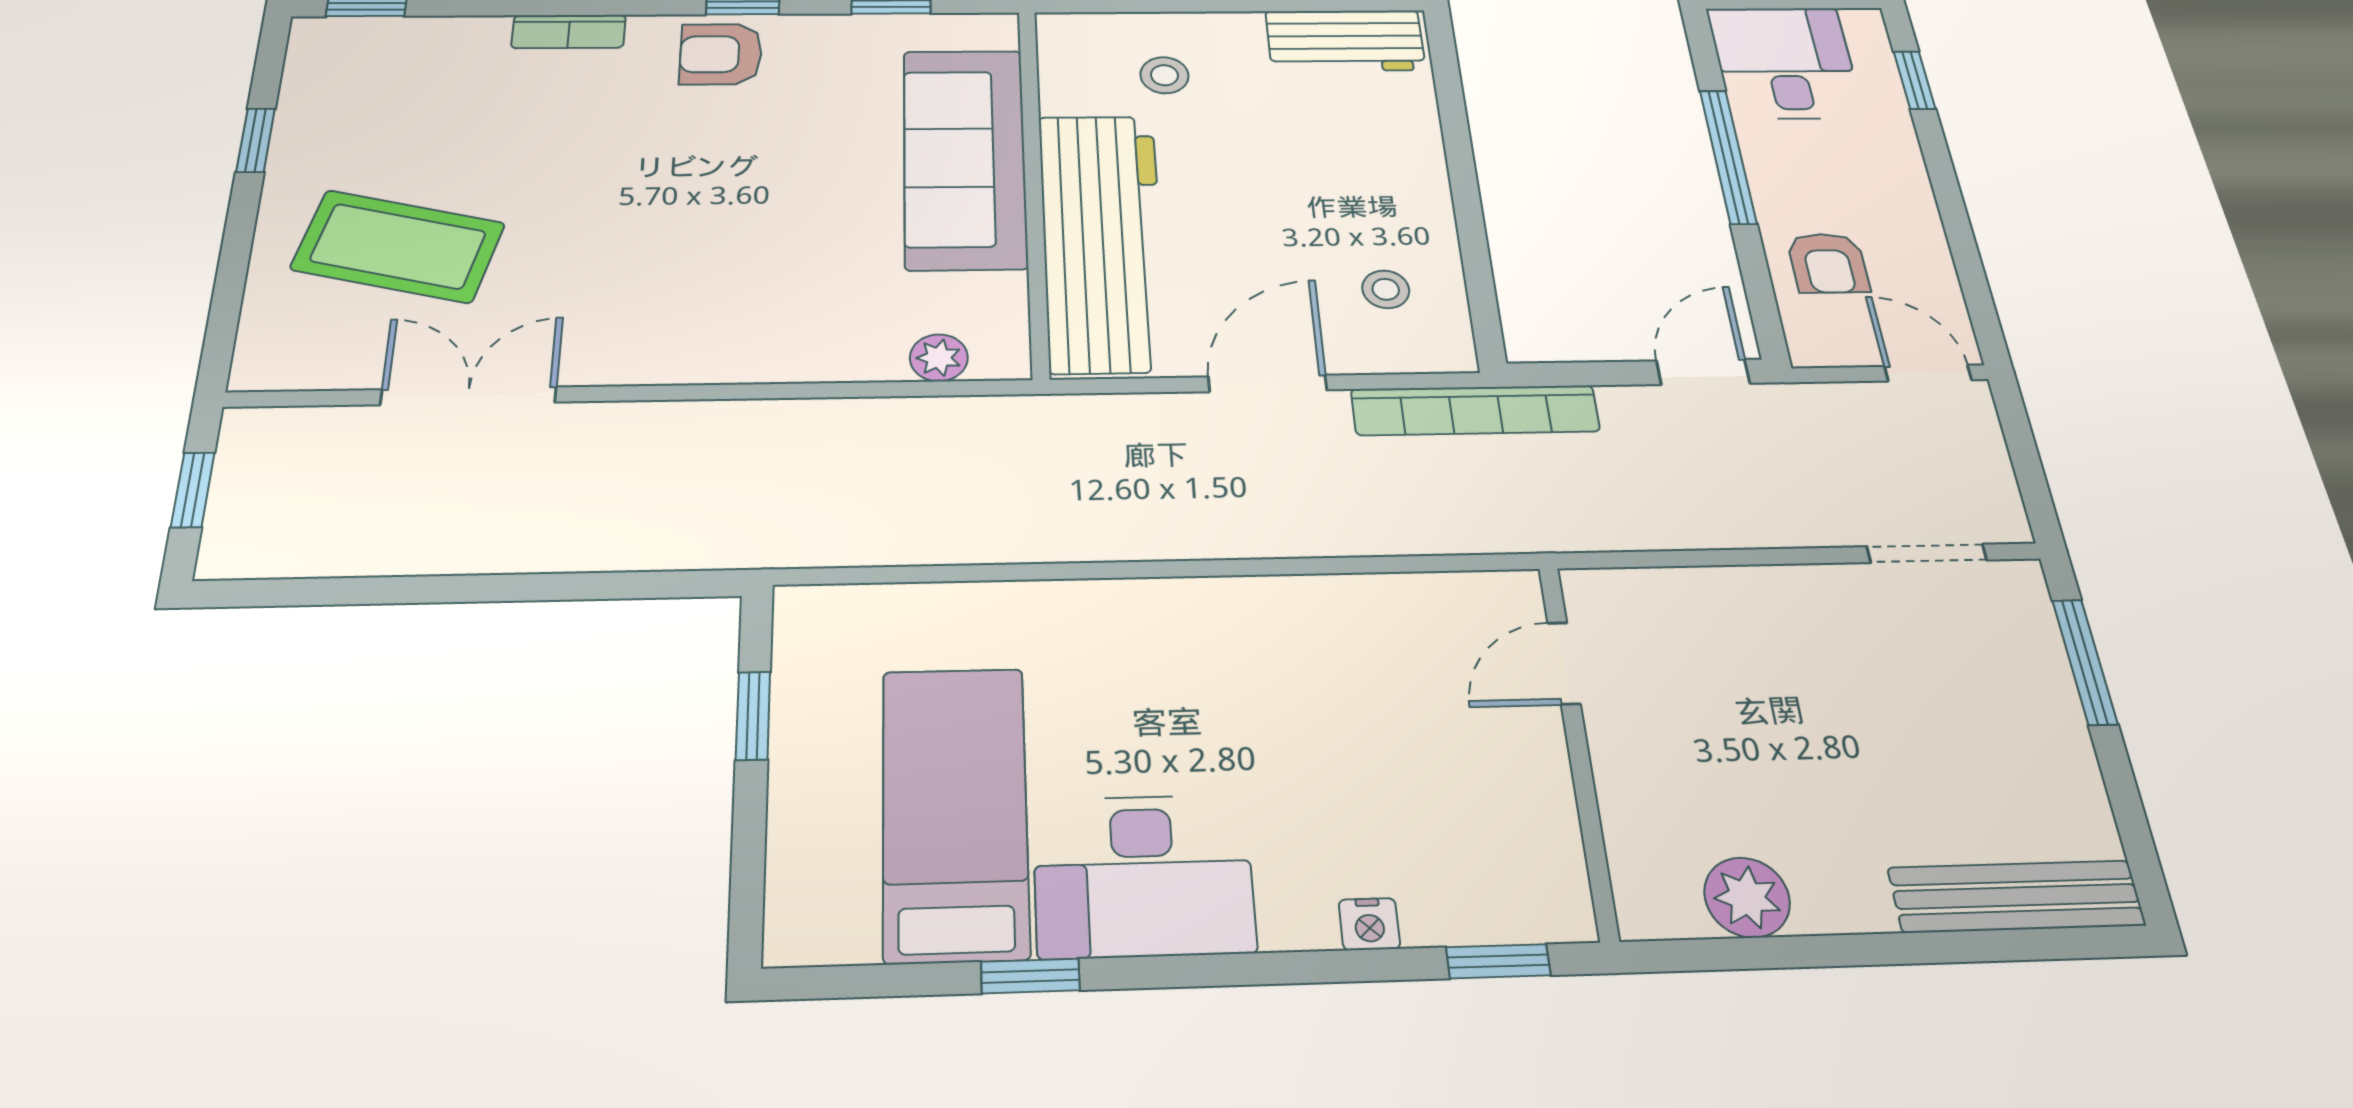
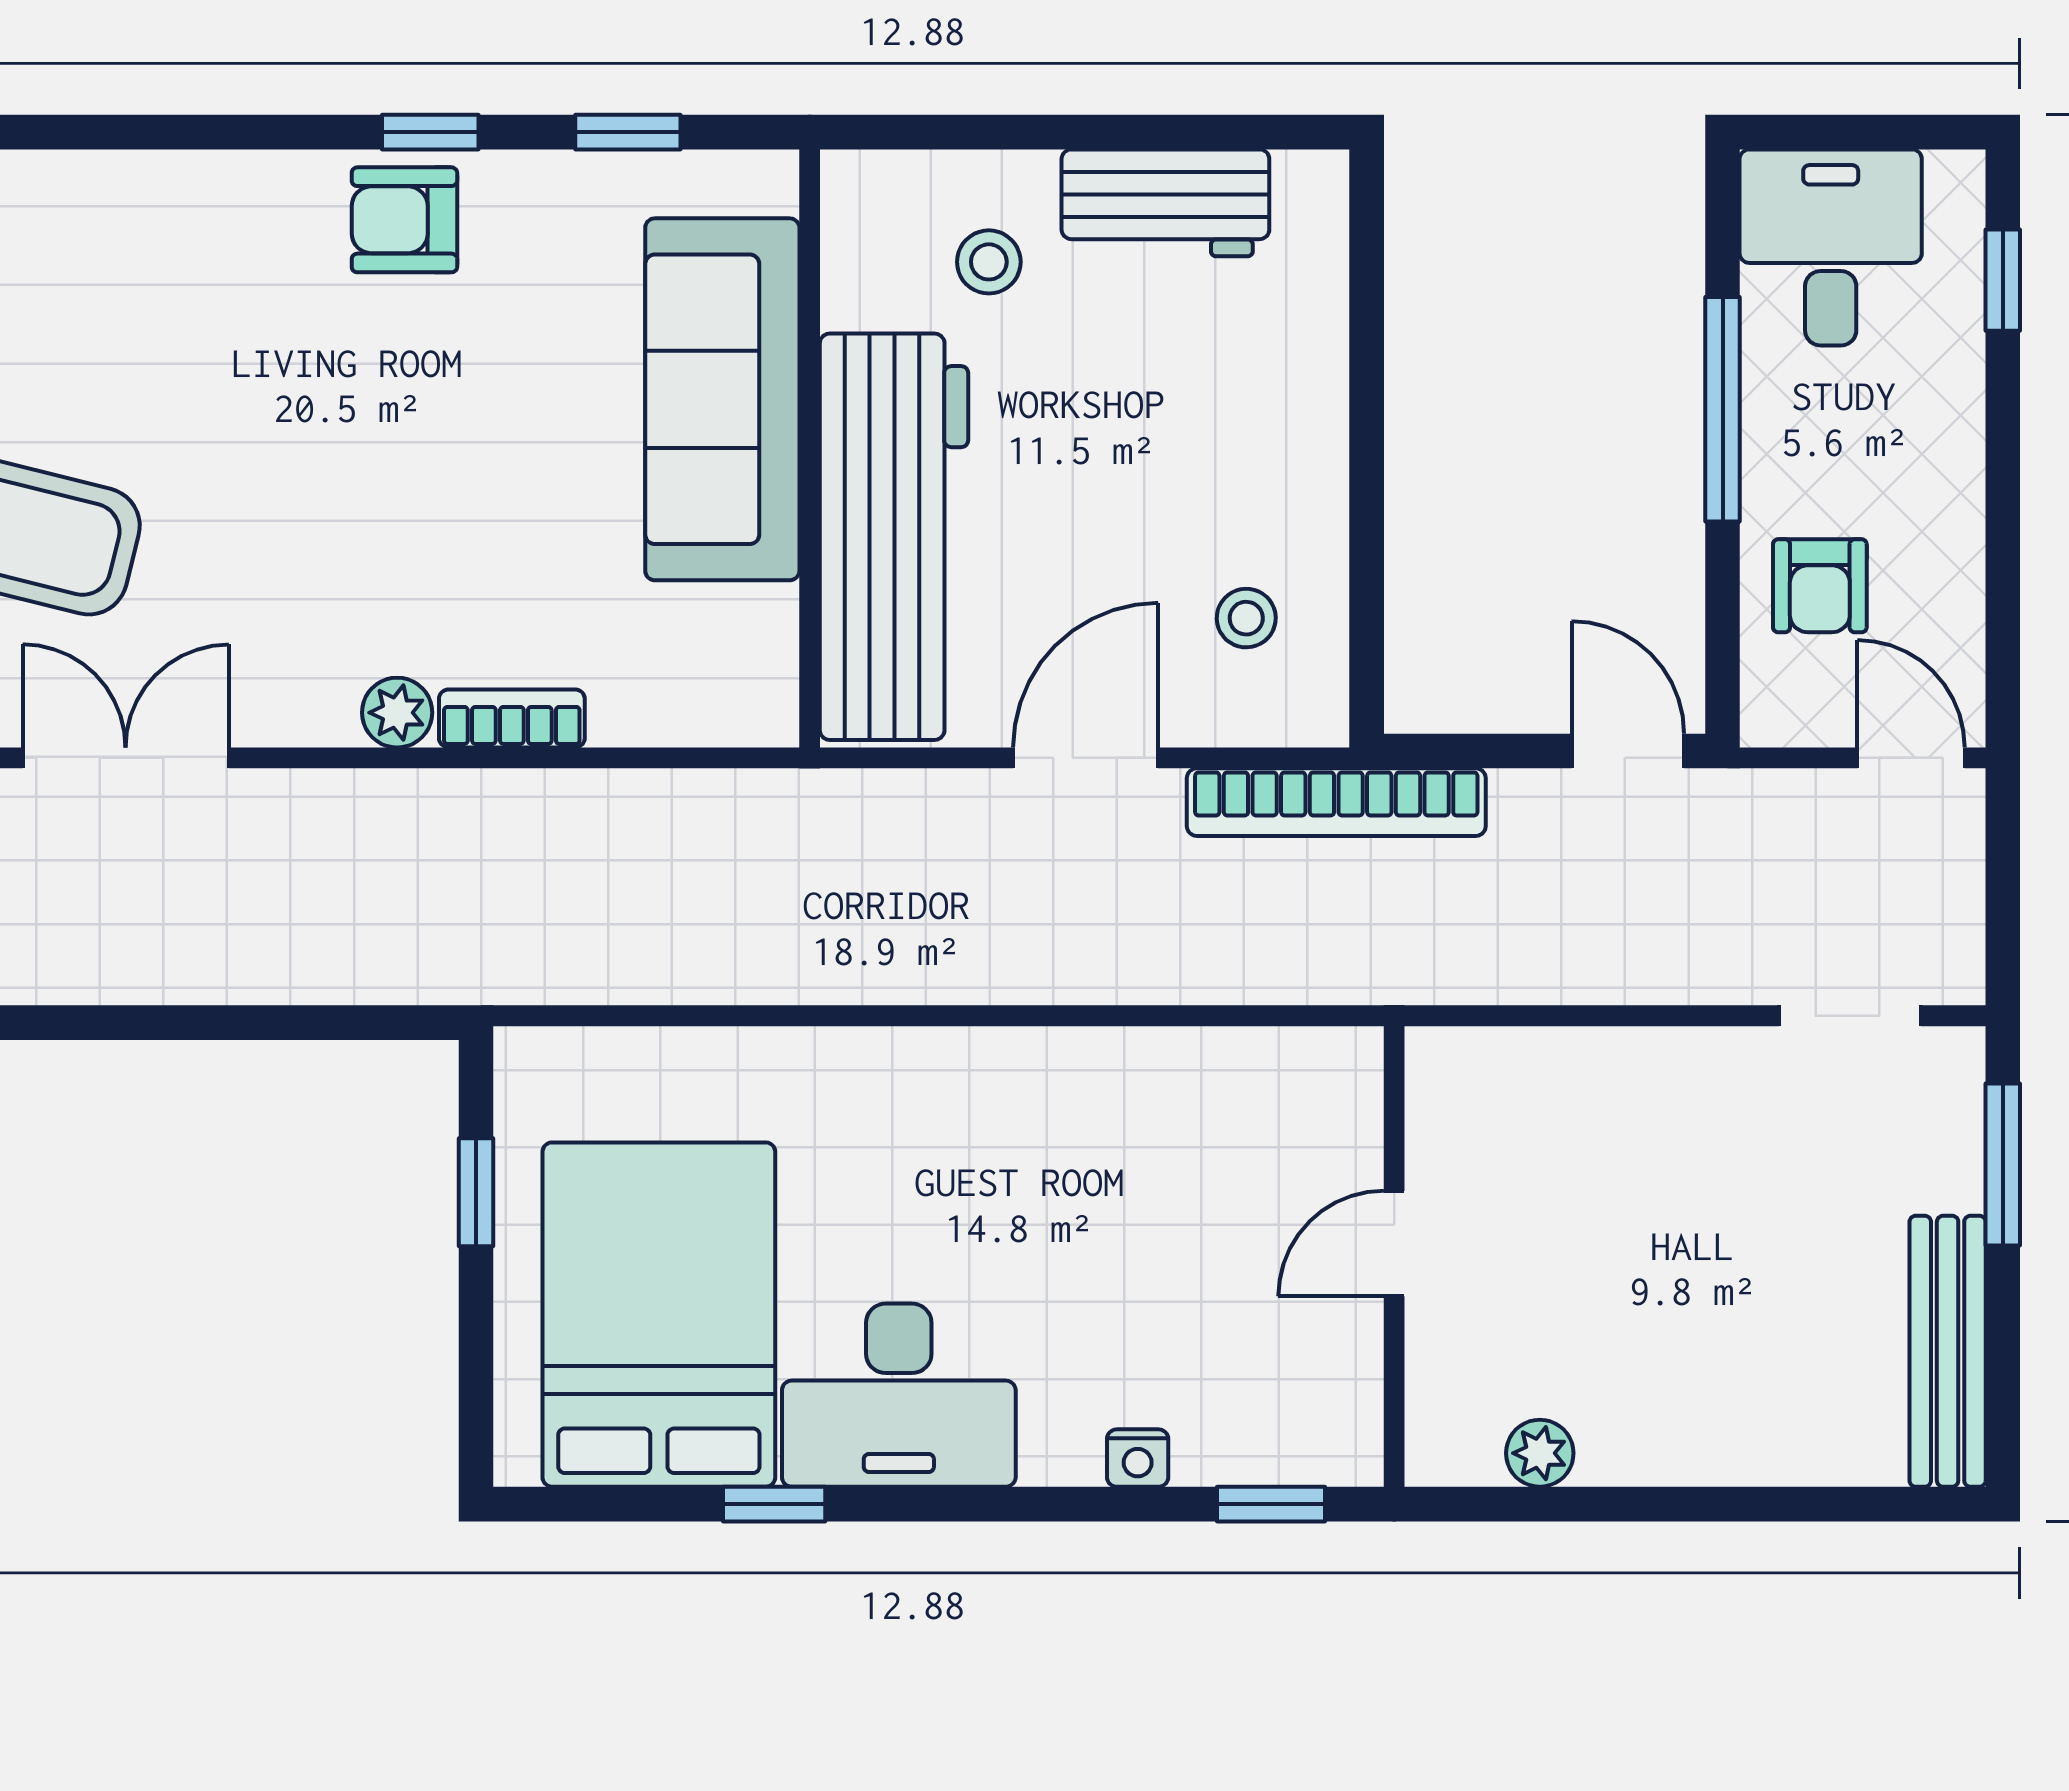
bookcase: (569, 32) -> (512, 718), moved, turned 180
workbench: (1345, 41) -> (1165, 203), moved
plant: (939, 358) -> (397, 713), moved
door: (1703, 372) -> (1628, 751), hinge flipped
door: (1564, 663) -> (1394, 1244), moved
bed: (955, 812) -> (659, 1315), width x1.50
plant: (1747, 897) -> (1540, 1453), width x0.73, depth x0.73
bench: (2016, 897) -> (1948, 1351), moved, turned 90

